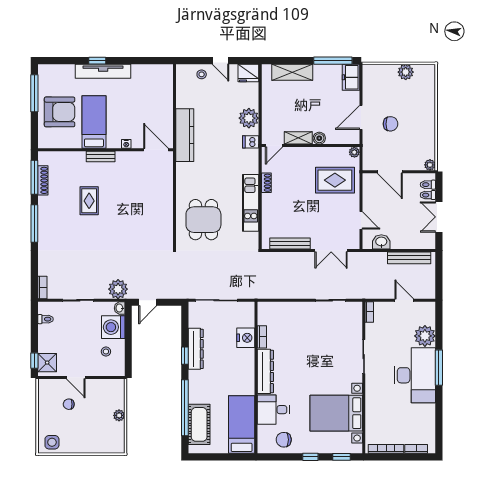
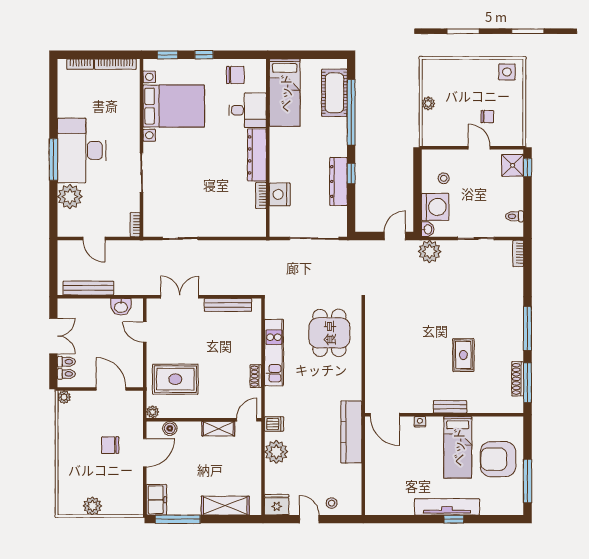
boiler: (319, 138) -> (170, 428), moved

